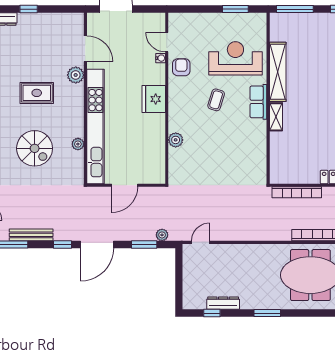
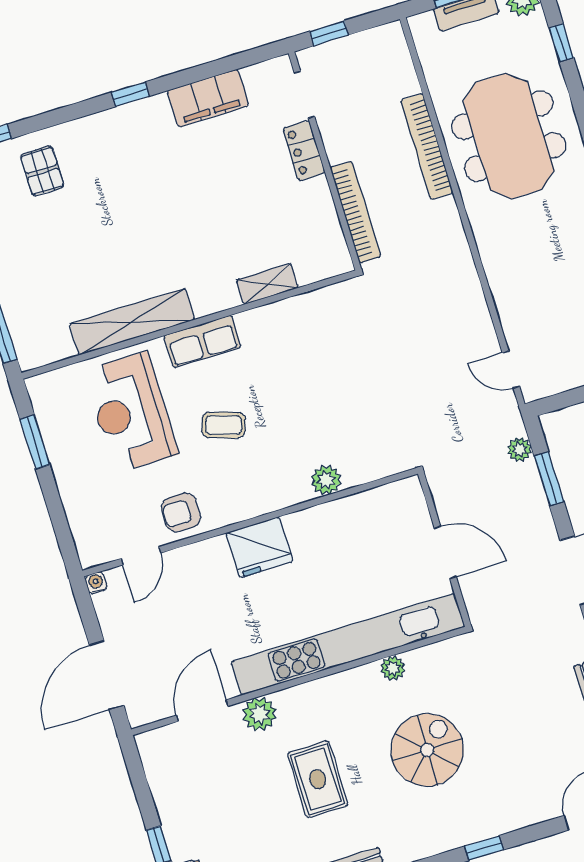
water cooler: (161, 58) -> (96, 583), moved
shelving: (276, 117) -> (267, 284), moved

